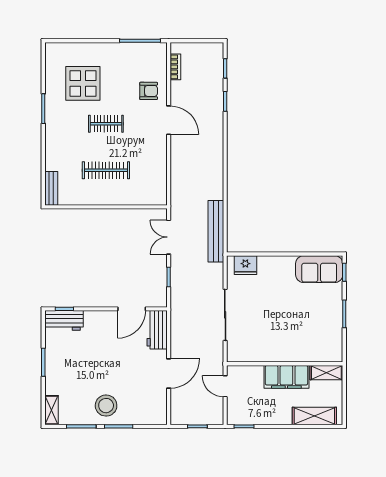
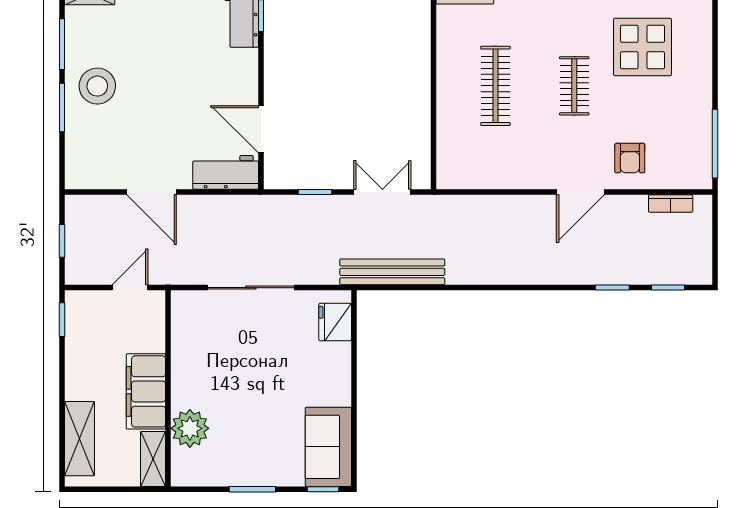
plant: (308, 351) -> (190, 428), added

